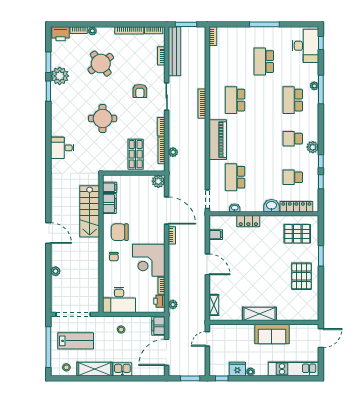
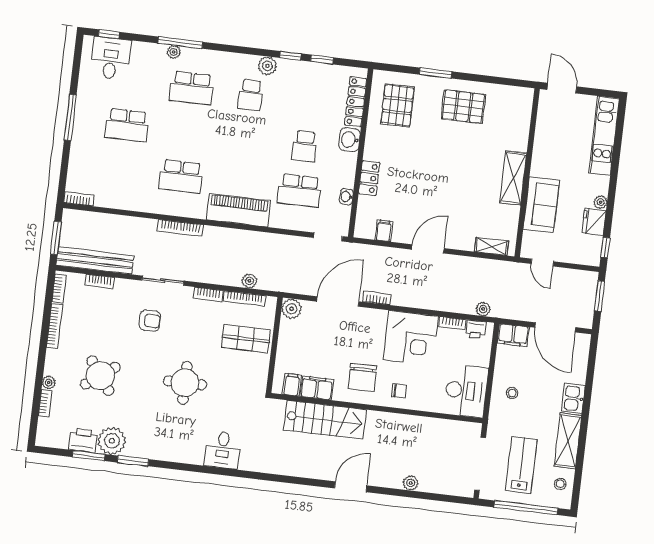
printer: (61, 34) -> (83, 440), moved, turned -90
desk: (306, 46) -> (111, 58), width x0.73
school desk: (293, 177) -> (305, 146), moved
sofa: (272, 334) -> (541, 205), moved

